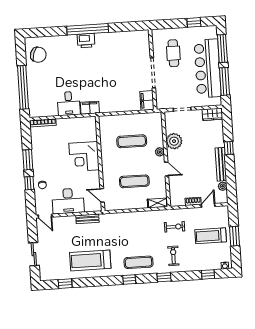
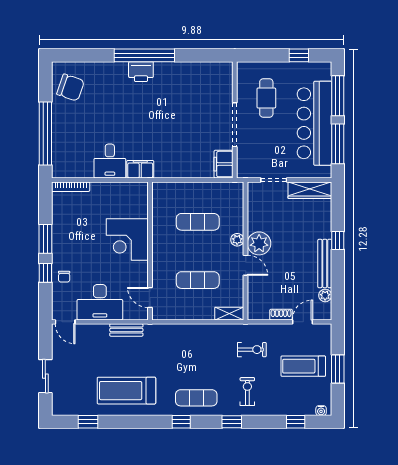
wardrobe: (212, 114) -> (310, 190), width x1.50
plant: (174, 141) -> (259, 243), moved

